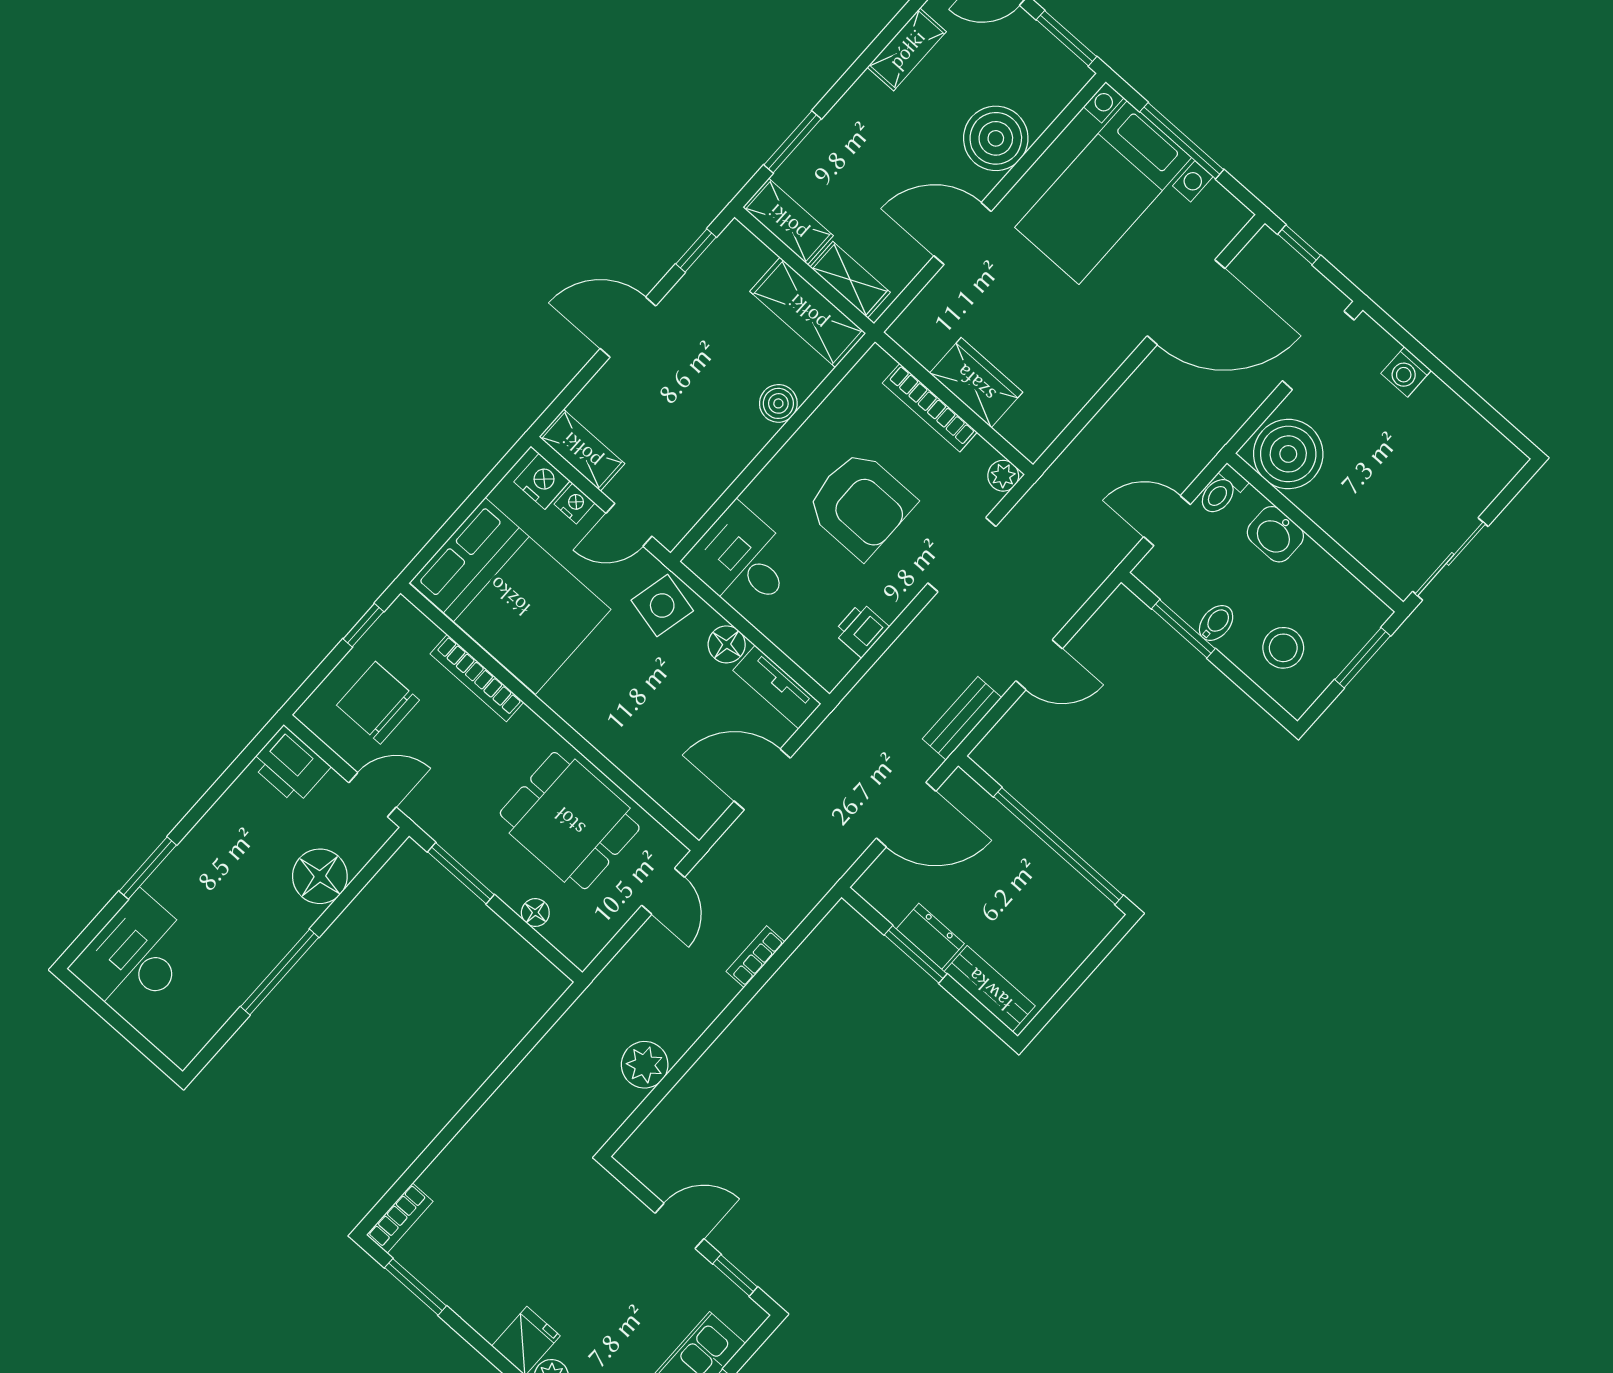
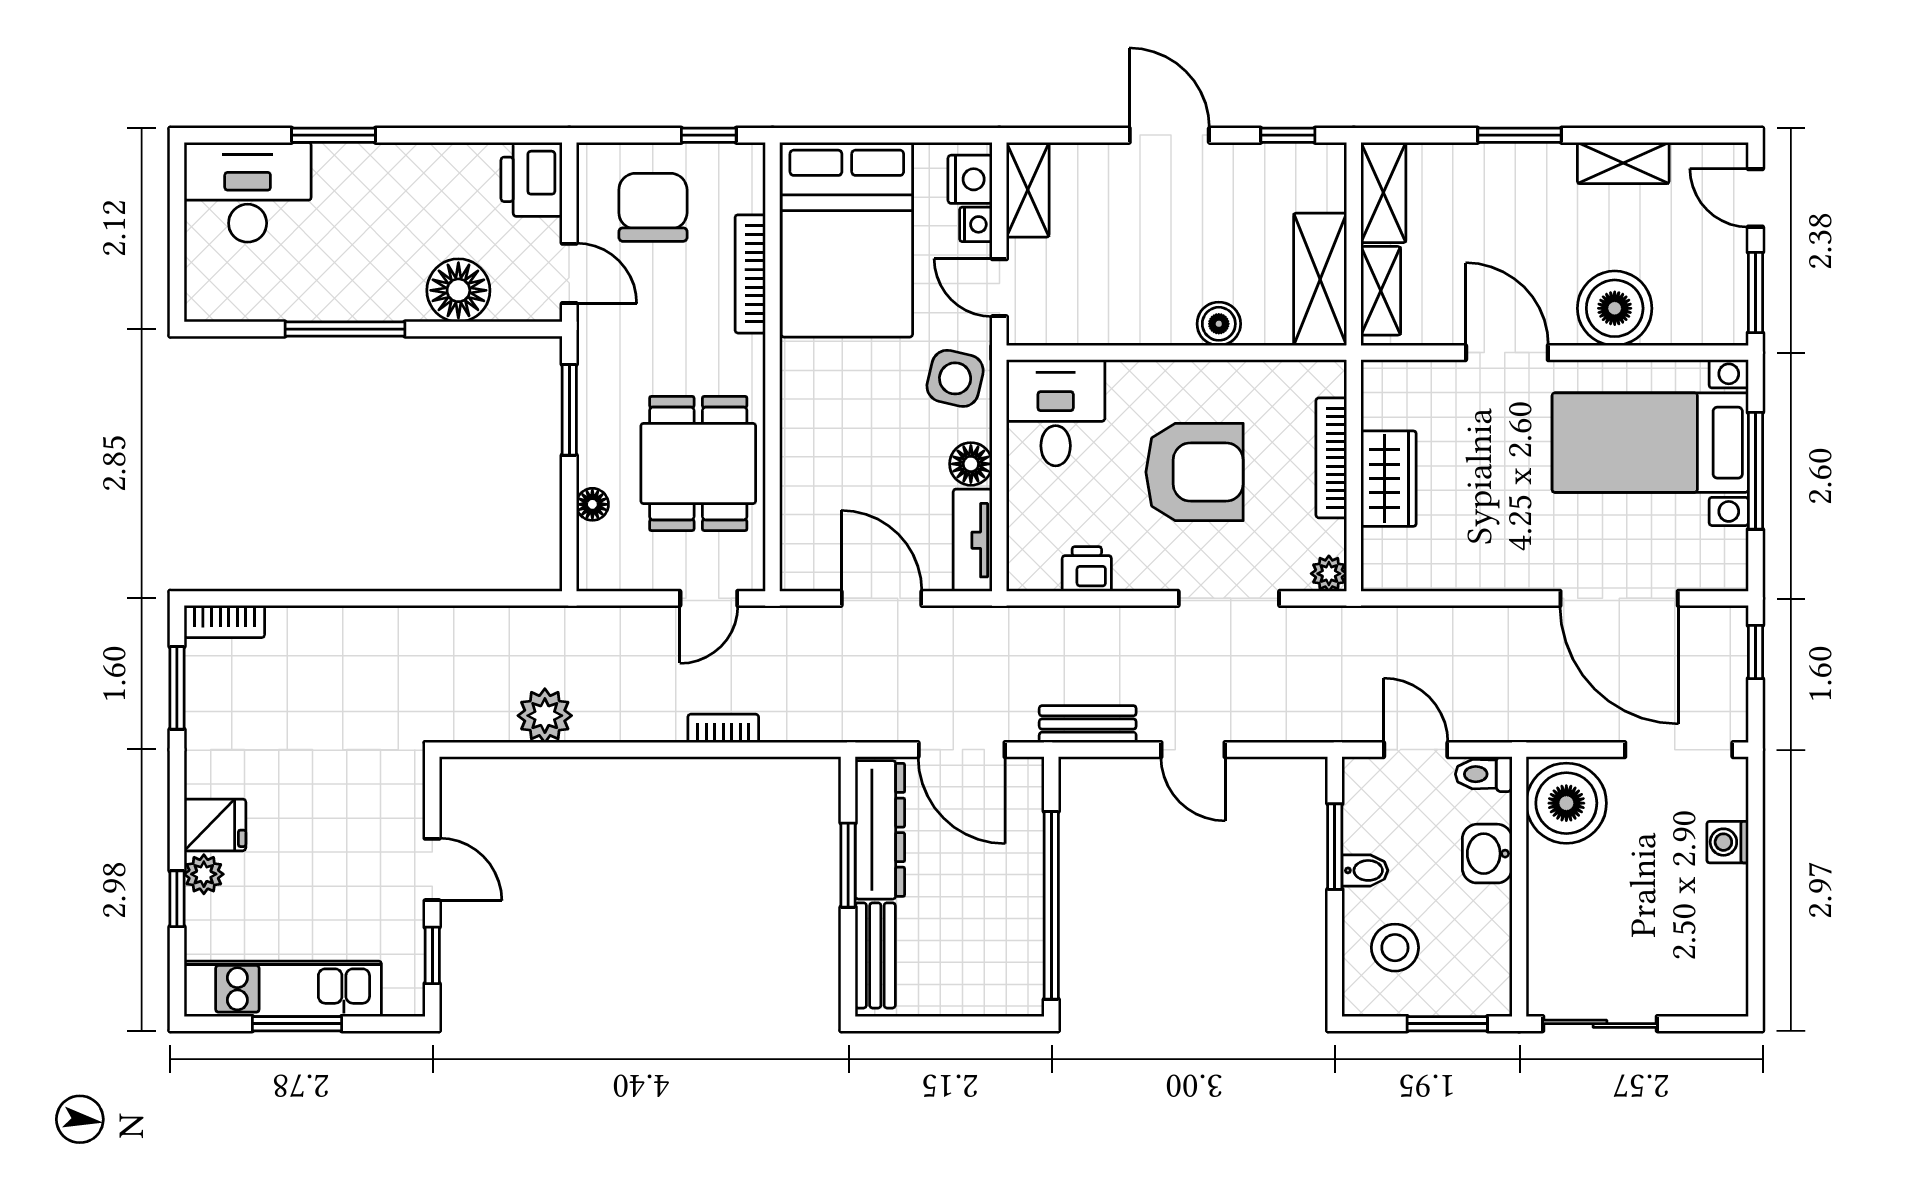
window: (792, 142) -> (1520, 135), moved
armchair: (860, 504) -> (1195, 472), turned -90
dresser: (930, 936) -> (880, 830), width x1.96, depth x1.24

